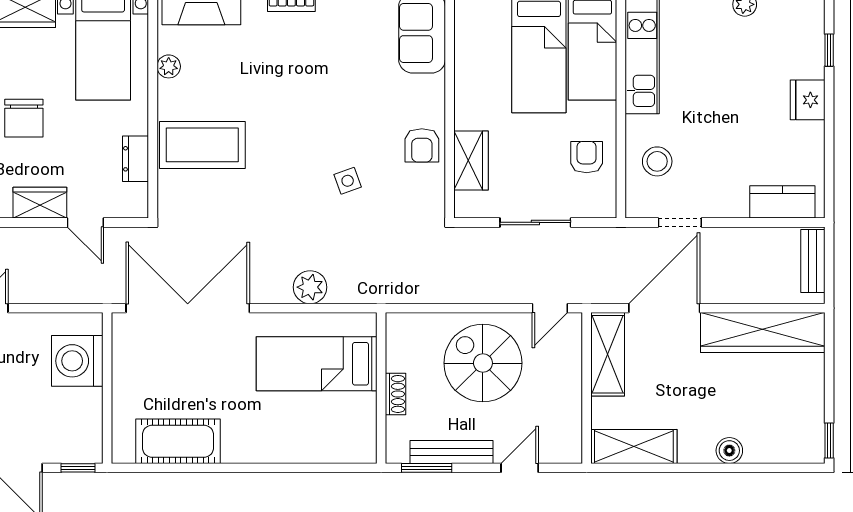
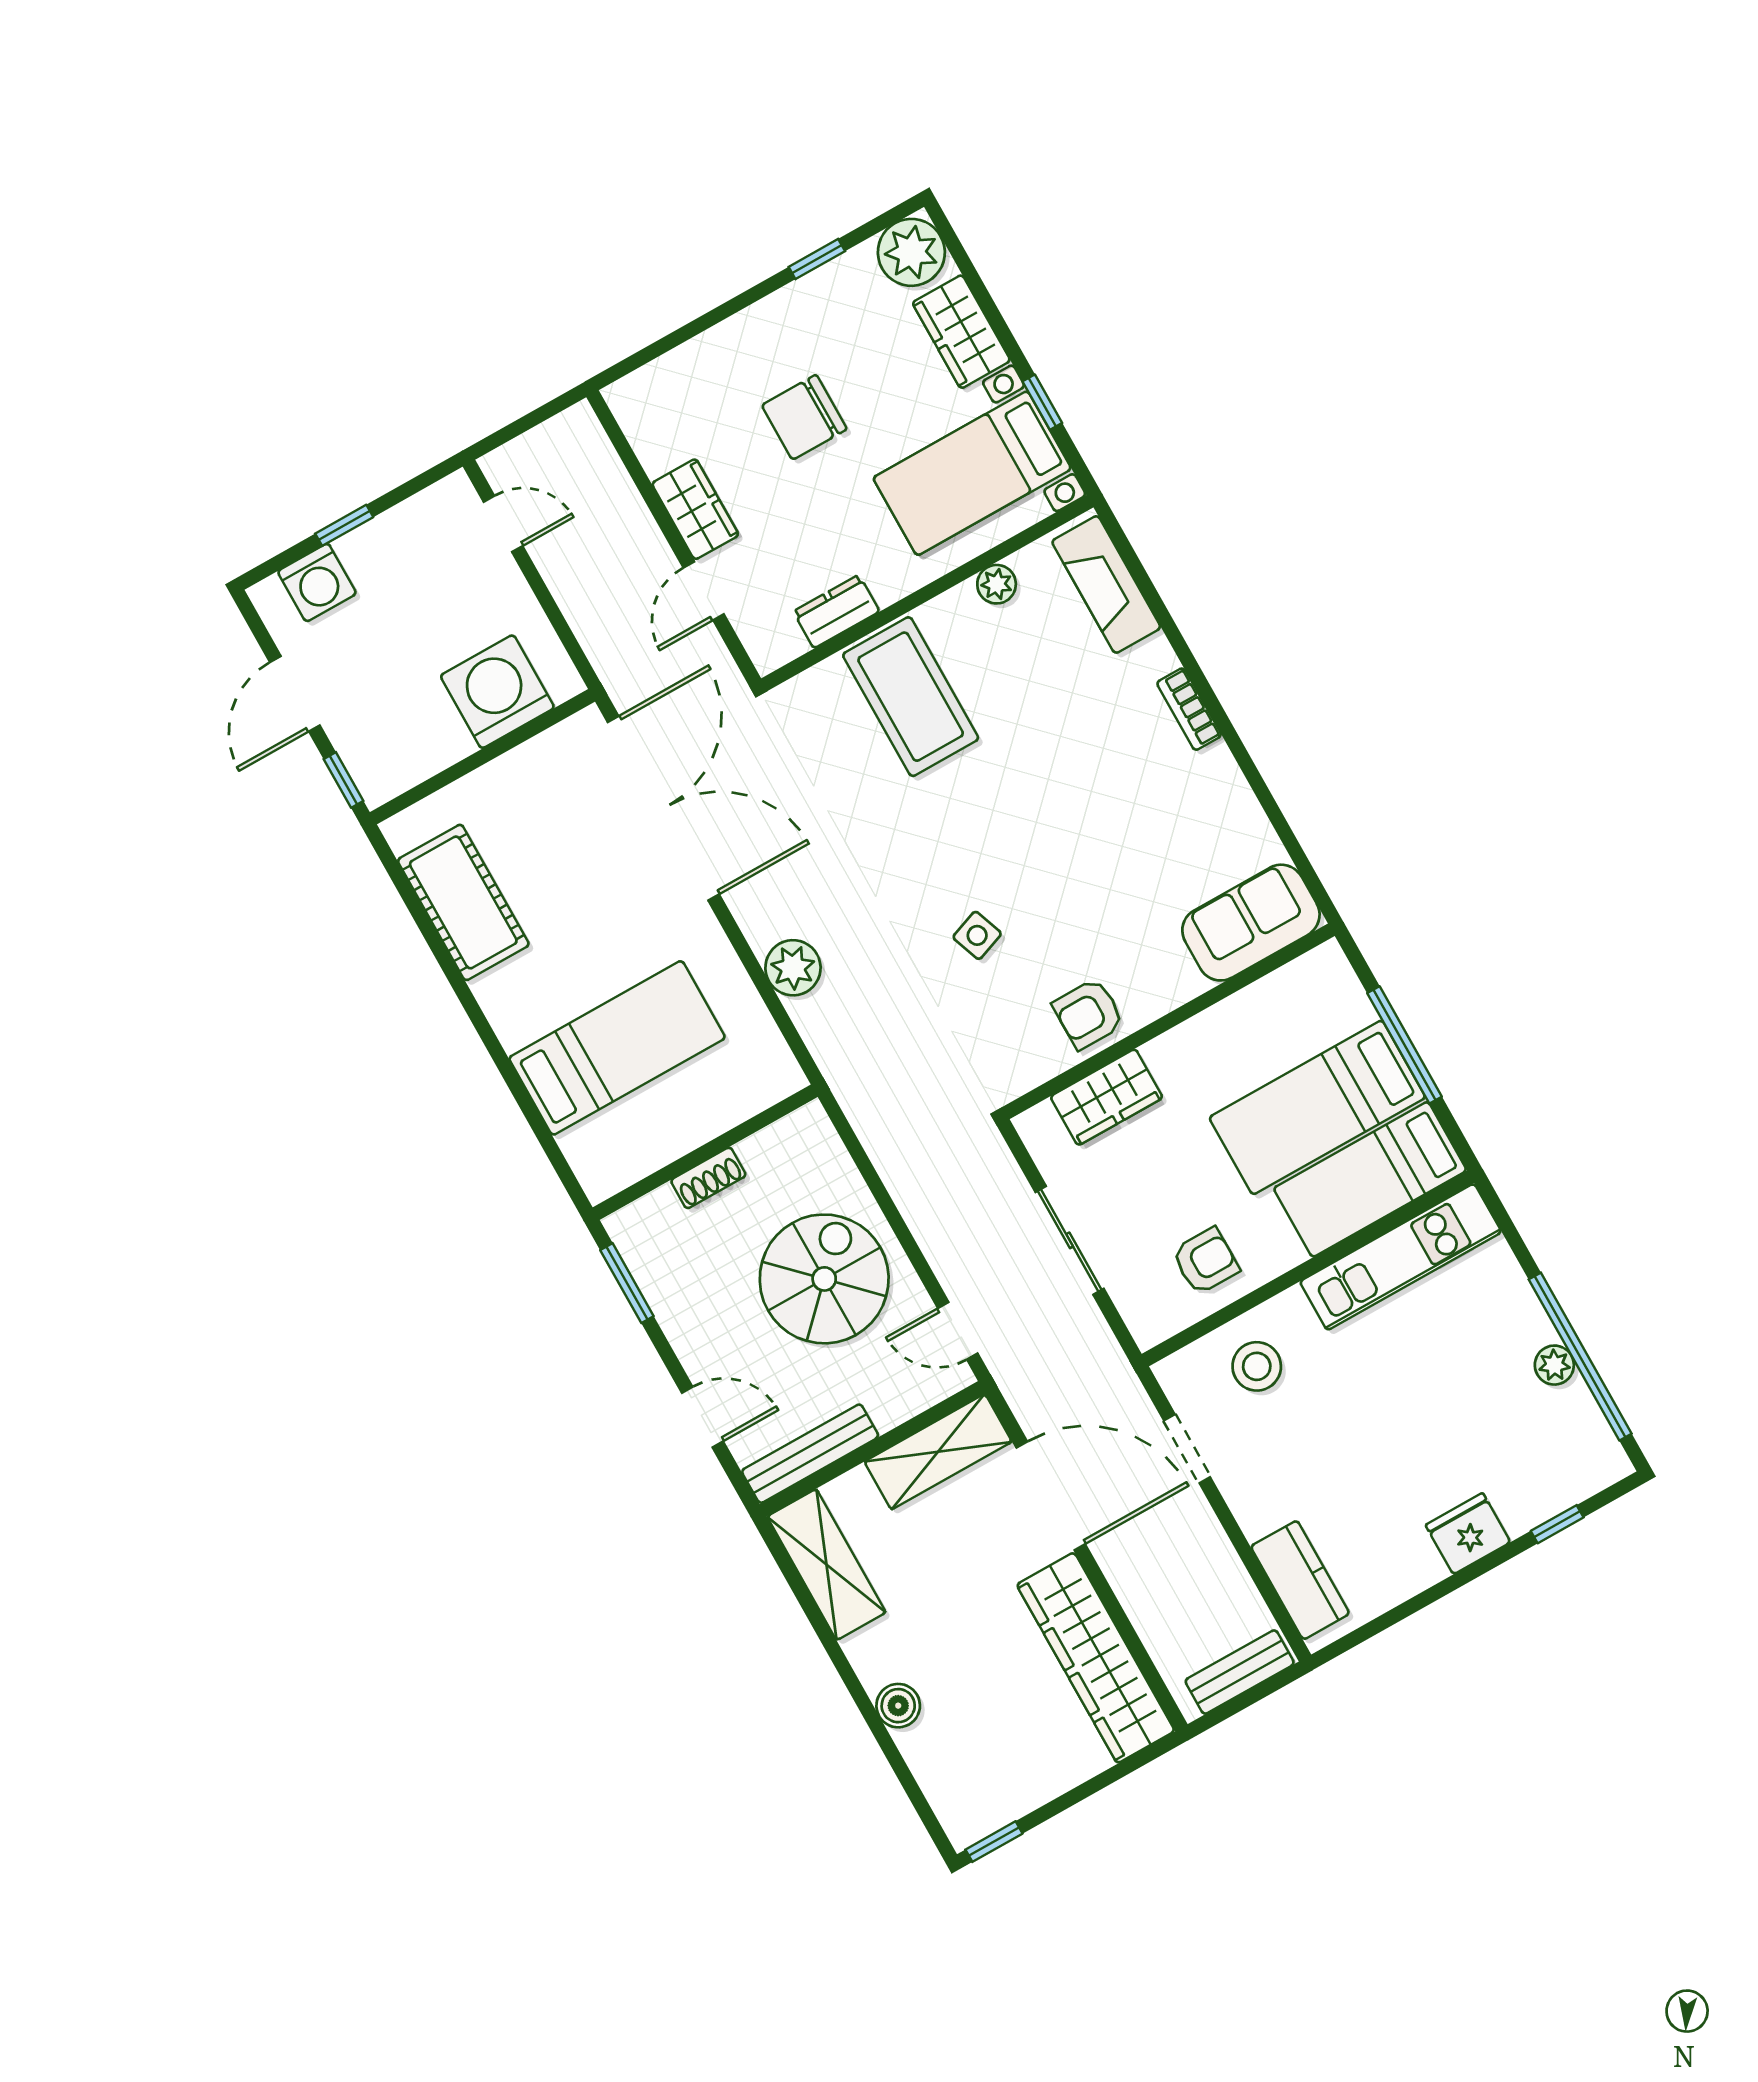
bed: (317, 364) -> (617, 1048), moved, turned 90
bench: (451, 452) -> (810, 1454), moved, turned 90

